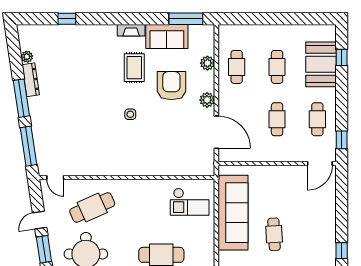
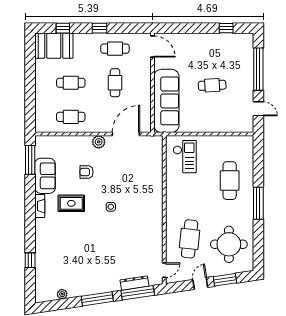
plant: (207, 63) -> (68, 142), removed
booth: (321, 64) -> (54, 46), moved
dresser: (31, 80) -> (134, 283), moved
armchair: (171, 86) -> (87, 172), width x0.53, depth x0.53
cafe table: (277, 119) -> (115, 83), turned 90
window: (342, 140) -> (99, 28), moved
cafe table: (92, 207) -> (190, 239), turned 30
sofa: (233, 213) -> (166, 101), moved, turned 90
door: (40, 220) -> (200, 283), swing flipped

